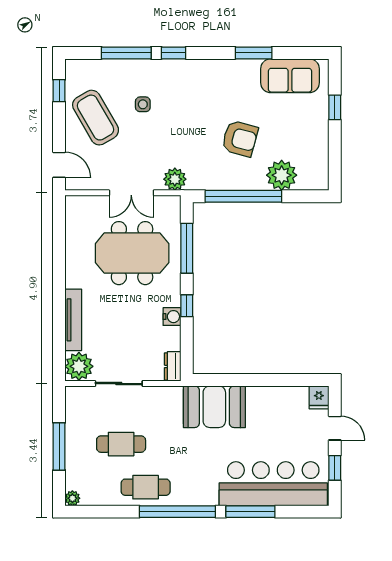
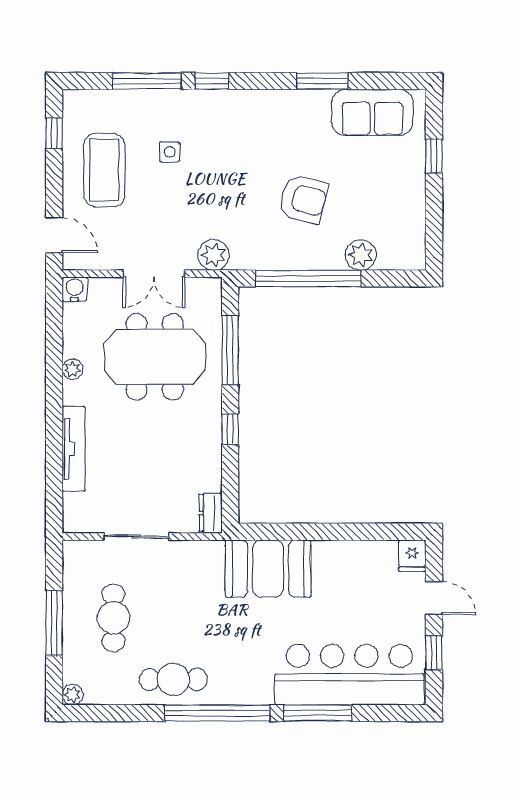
coffee table: (96, 118) -> (104, 170), turned 30
plant: (282, 175) -> (361, 255), width x0.73, depth x0.73
water cooler: (172, 317) -> (74, 289), moved, turned -90
plant: (79, 366) -> (73, 369), moved, width x0.53, depth x0.53
cafe table: (121, 444) -> (113, 618), moved, turned 90

